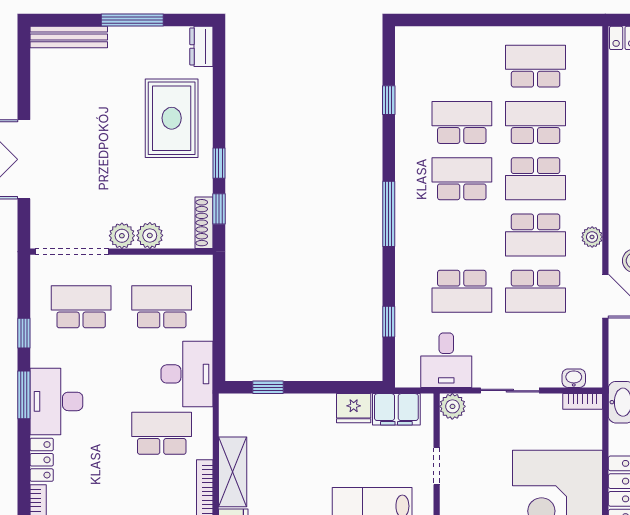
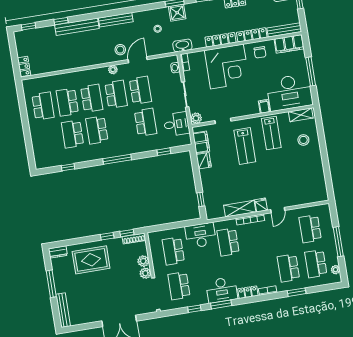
school desk: (536, 66) -> (43, 106), turned 180

